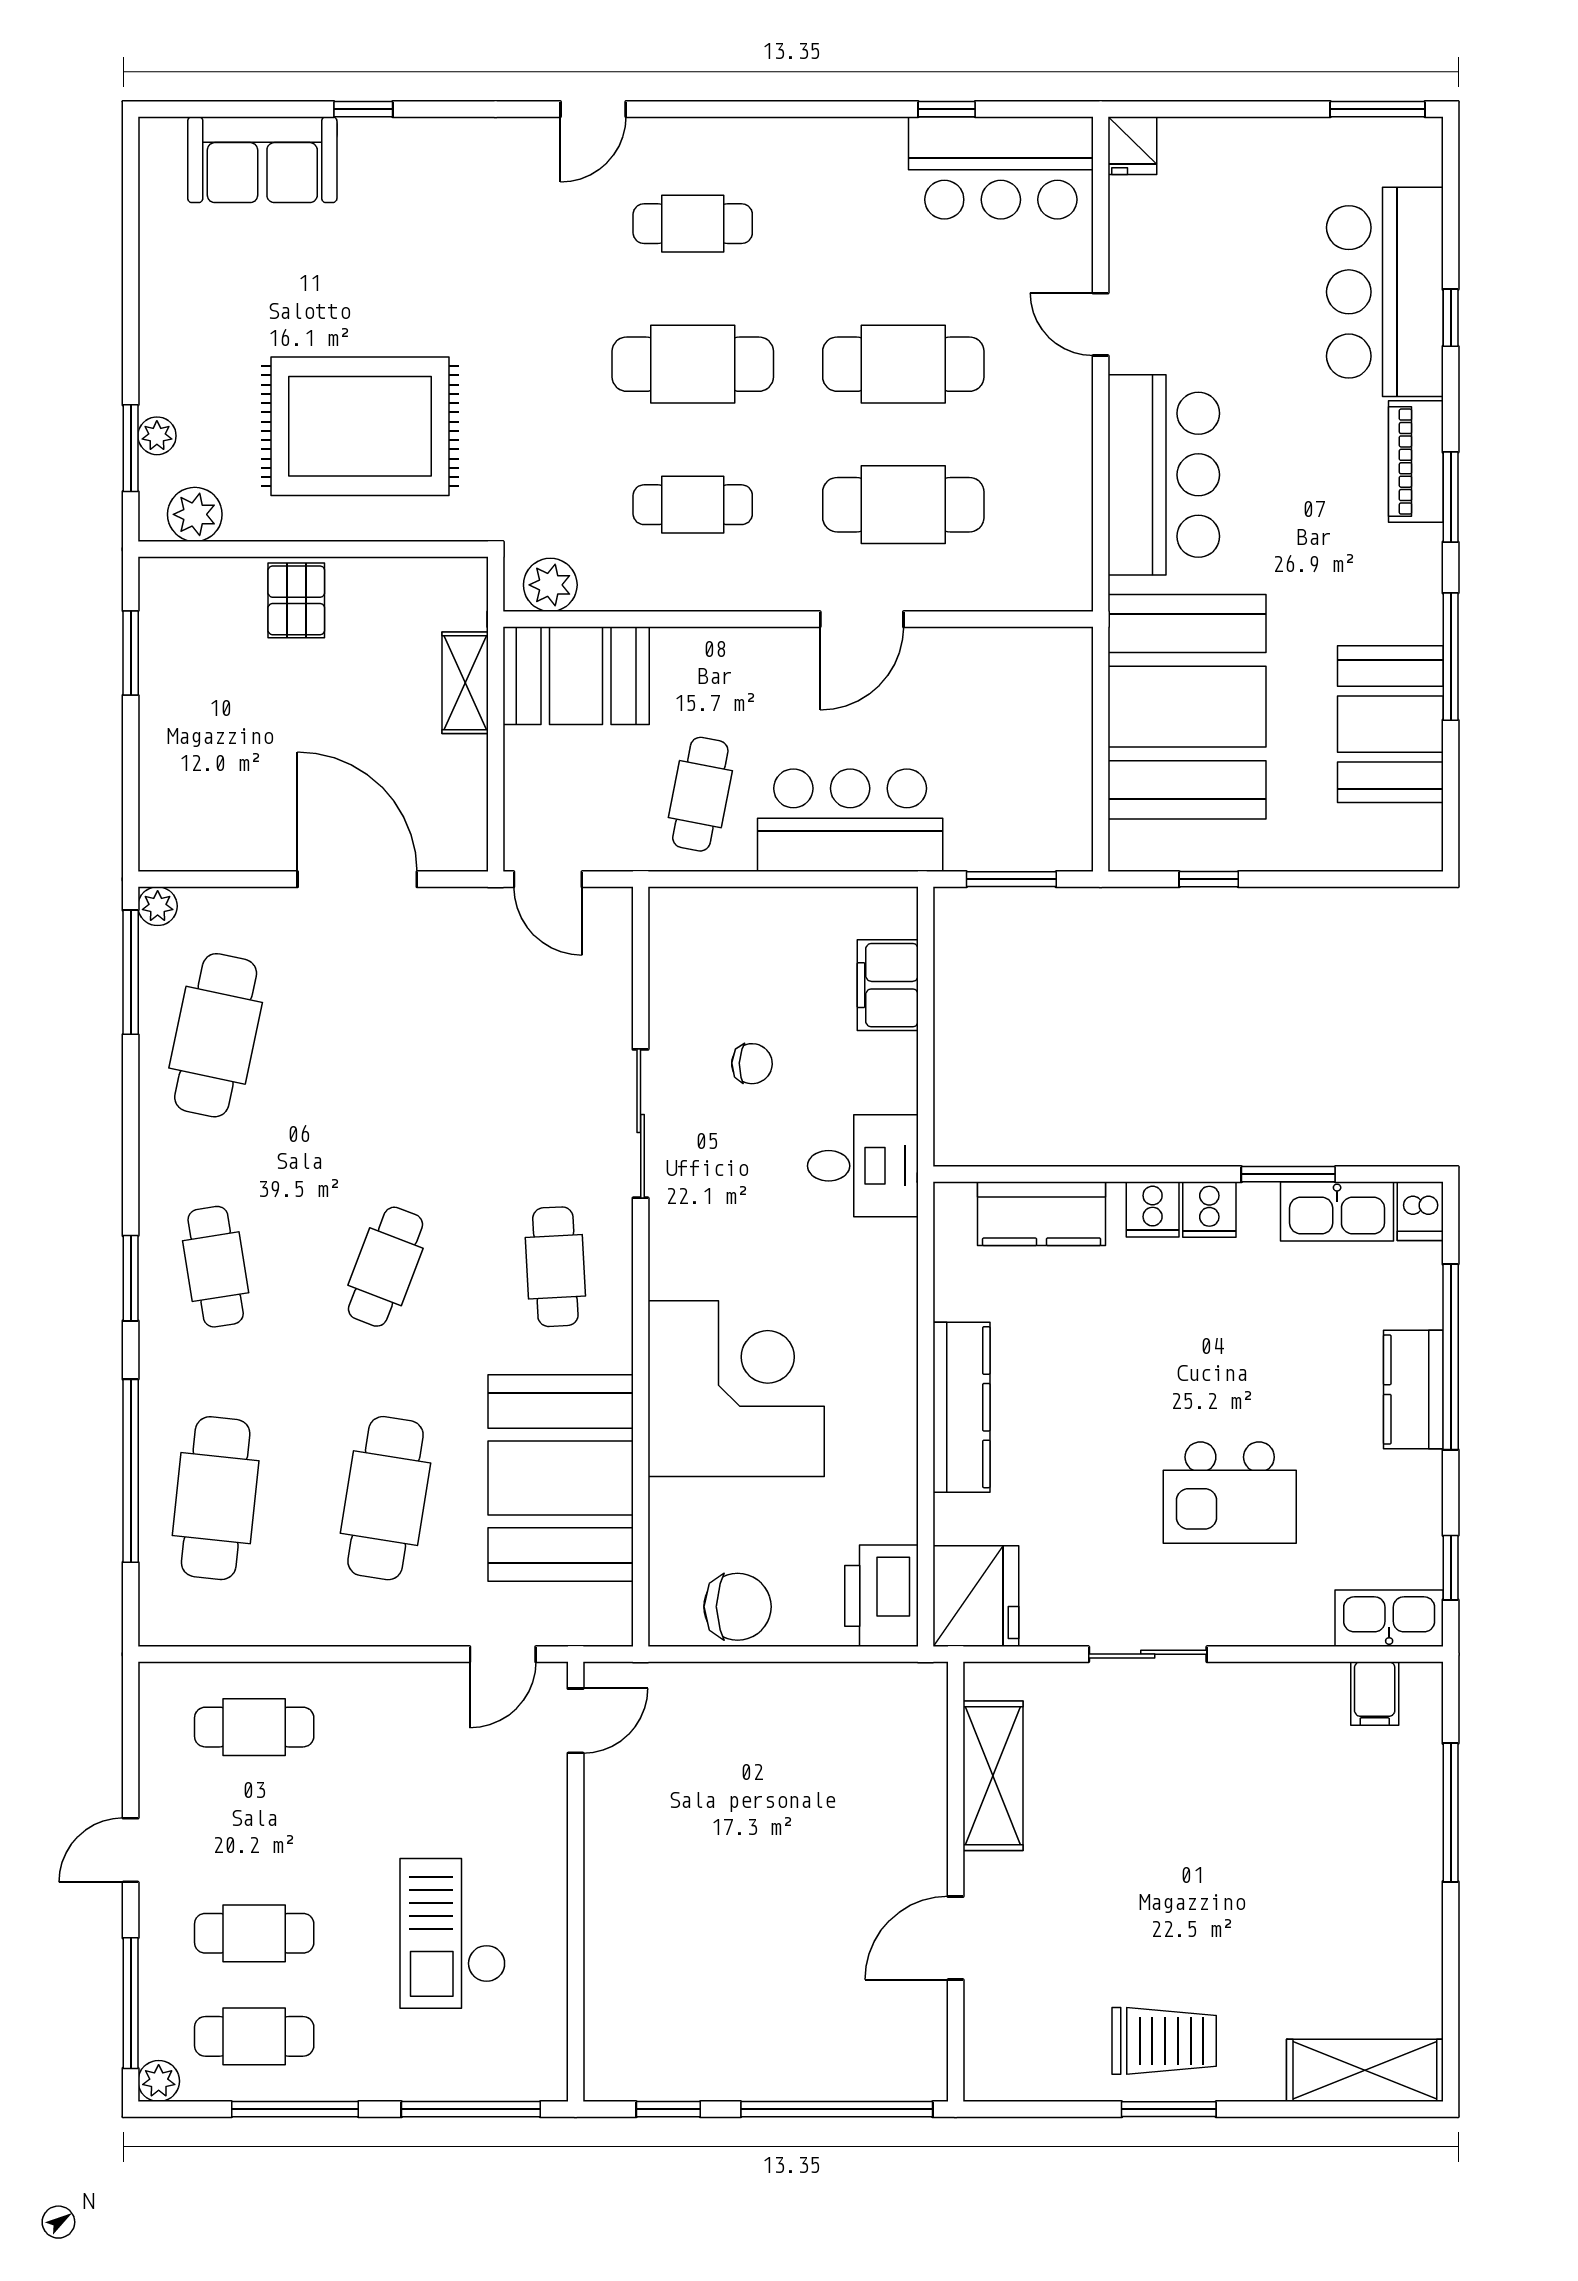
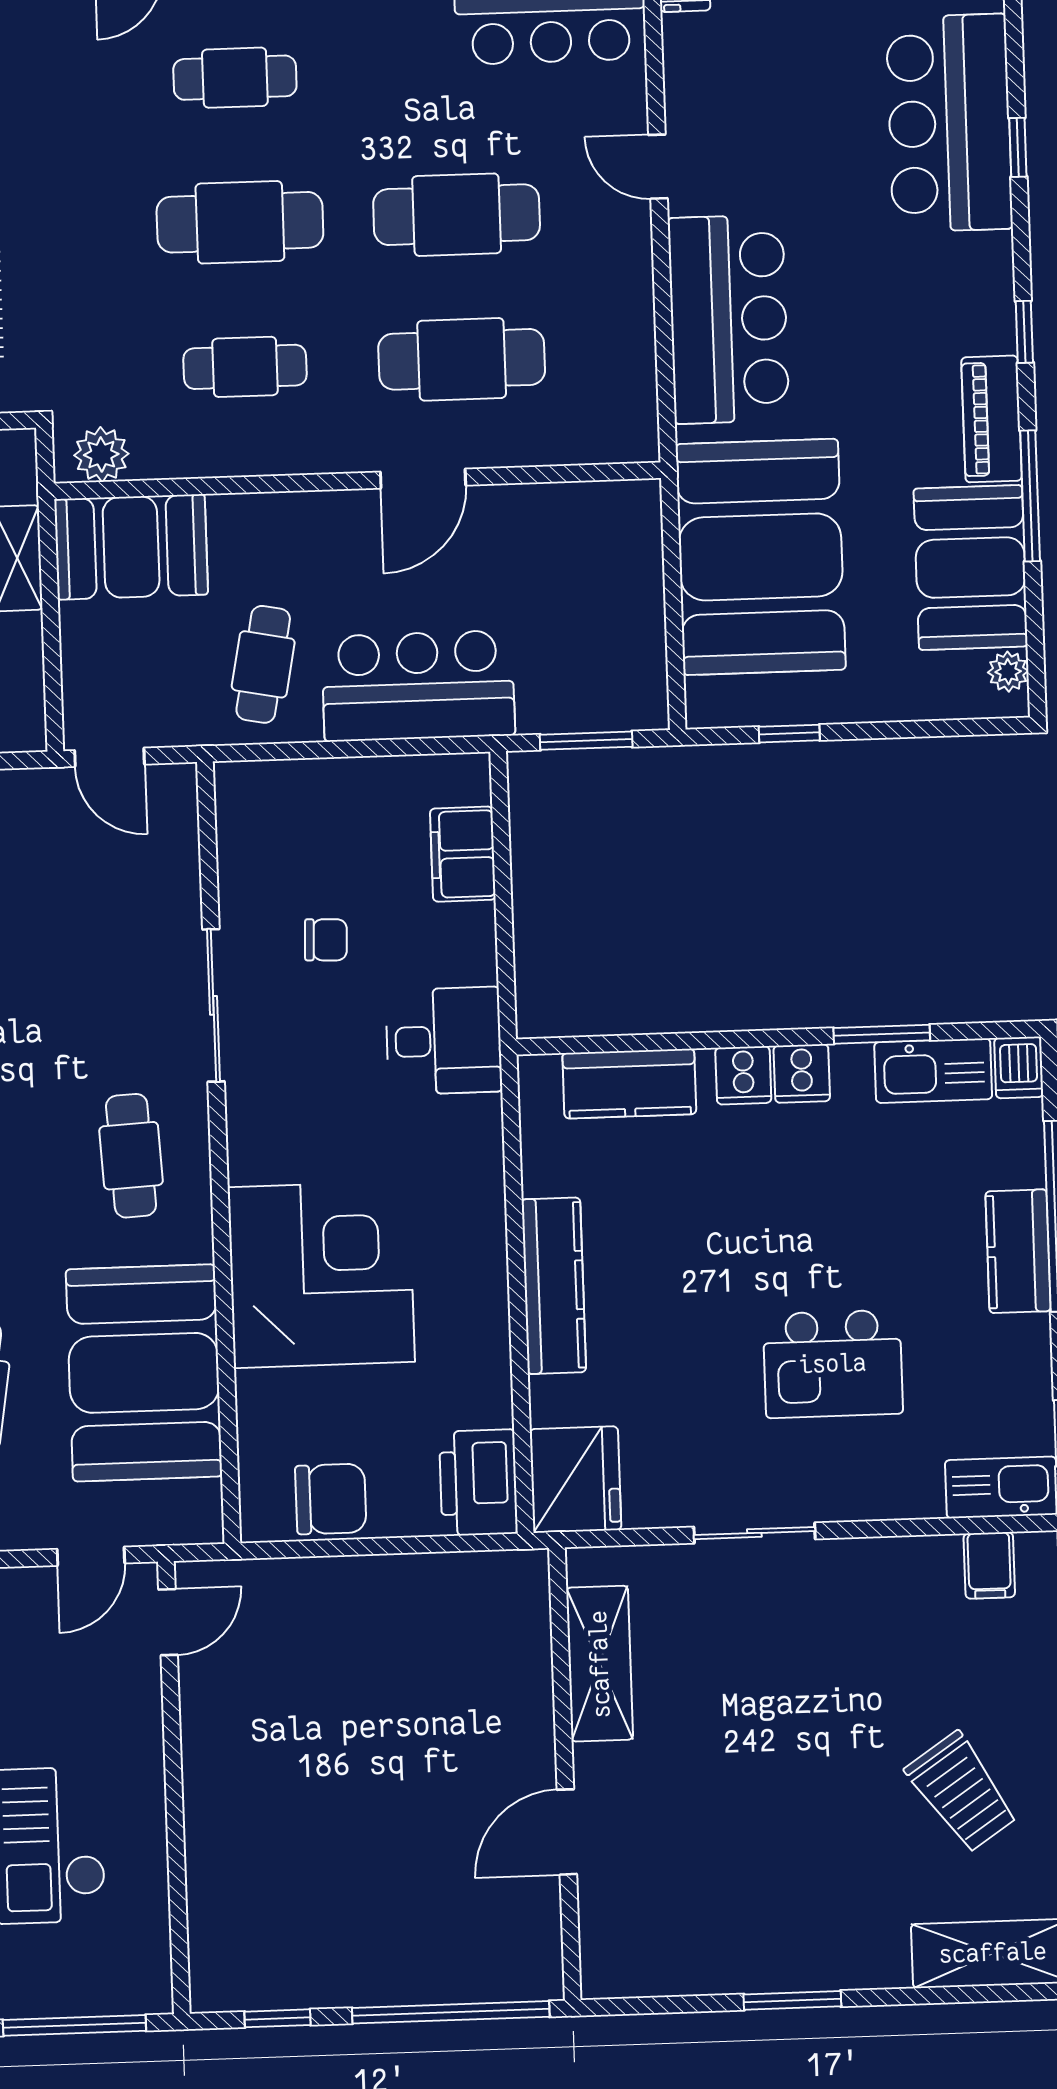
piano: (1416, 462) -> (992, 419), moved
window: (1451, 497) -> (1024, 332), width x0.67
plant: (1423, 826) -> (1008, 672), added
trolley: (1164, 2041) -> (962, 1792), moved, turned 56

